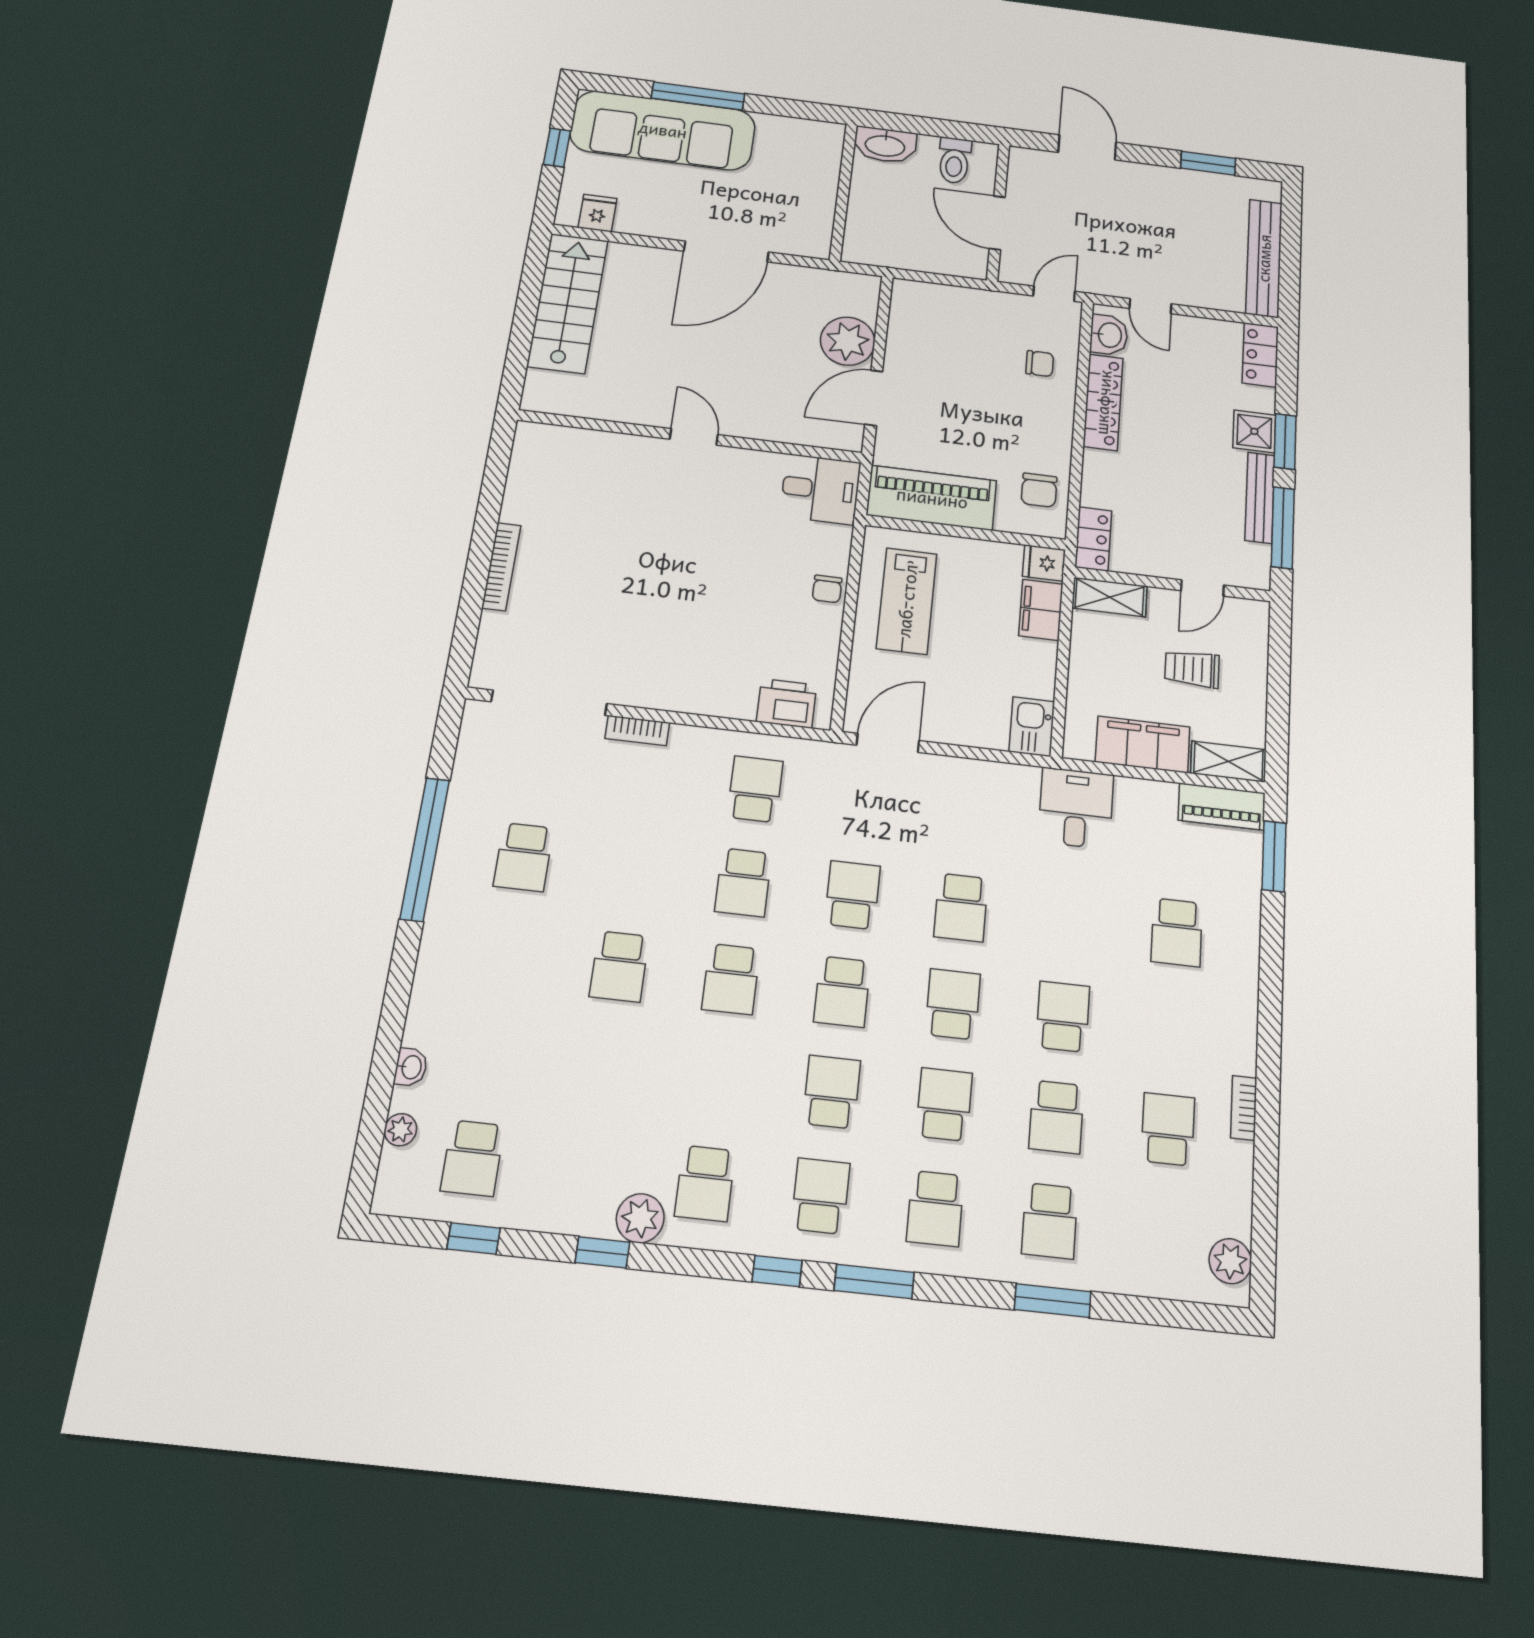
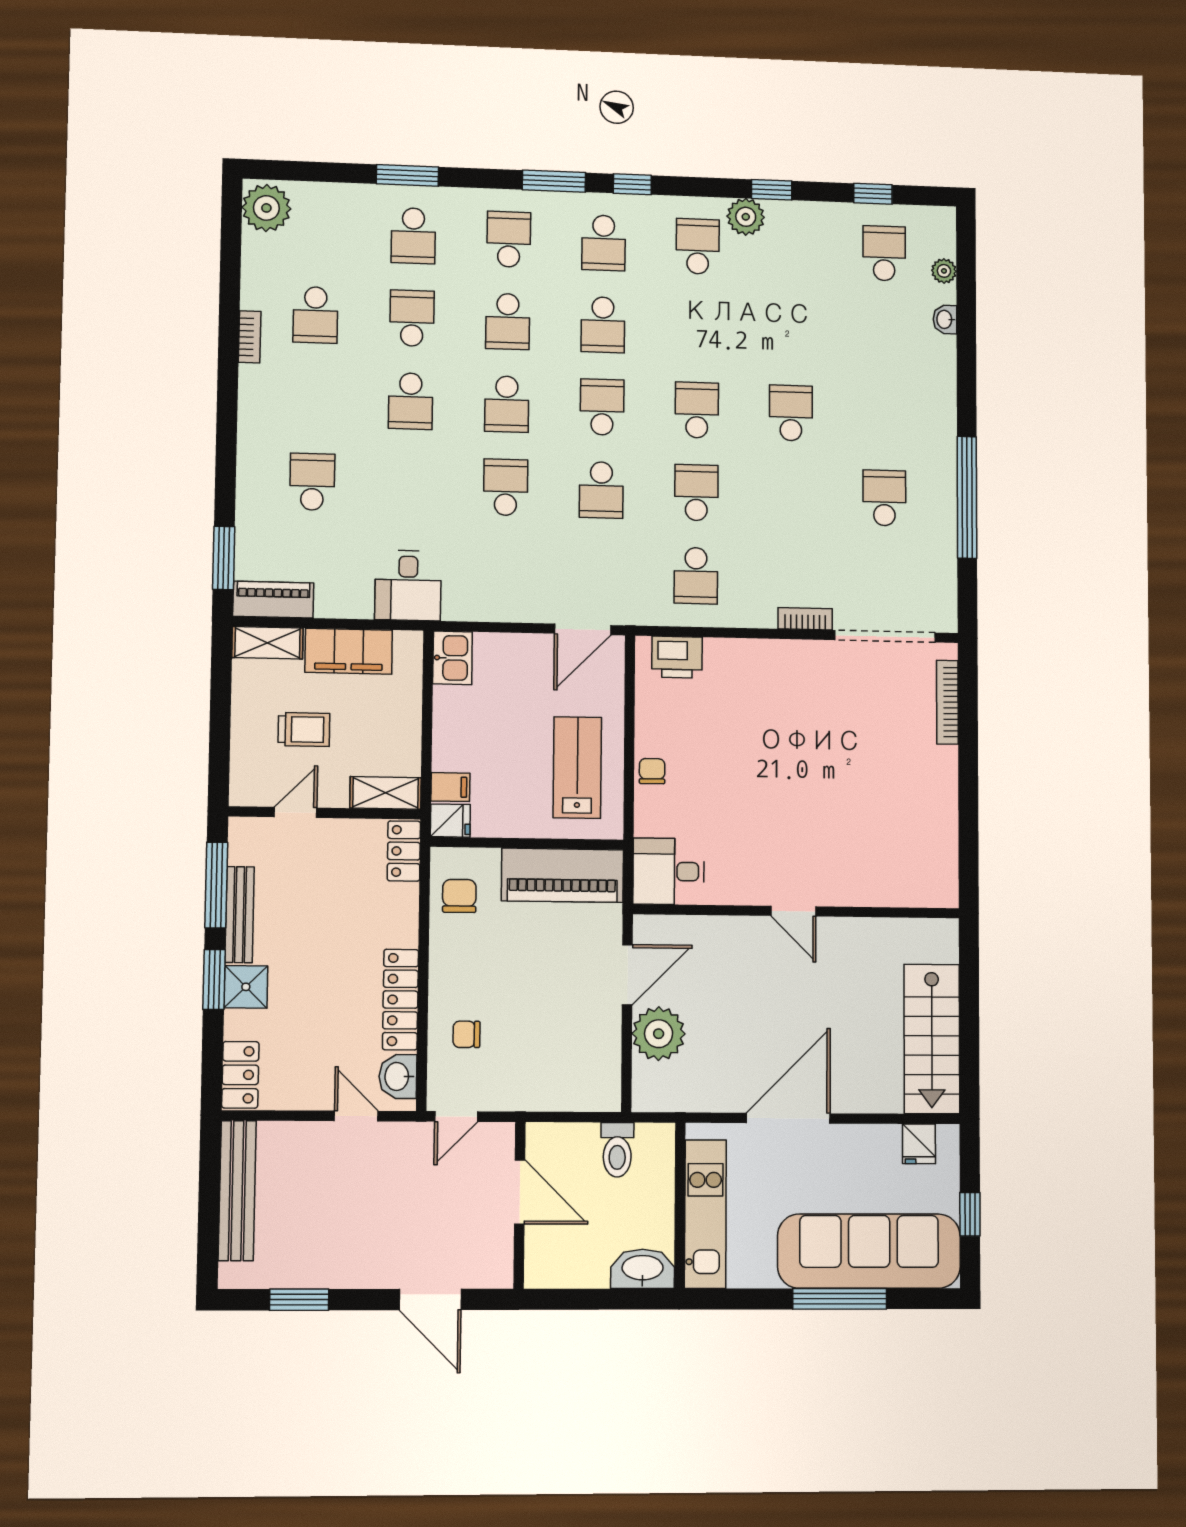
toilet: (954, 160) -> (617, 1150), moved, turned 180
kitchen unit: (819, 182) -> (705, 1214), added
bookcase: (501, 567) -> (947, 702), moved
filing cabinet: (1041, 610) -> (450, 787), width x0.50
school desk: (1050, 1221) -> (413, 236), turned 180
plant: (1230, 1261) -> (266, 208), width x1.36, depth x1.36

